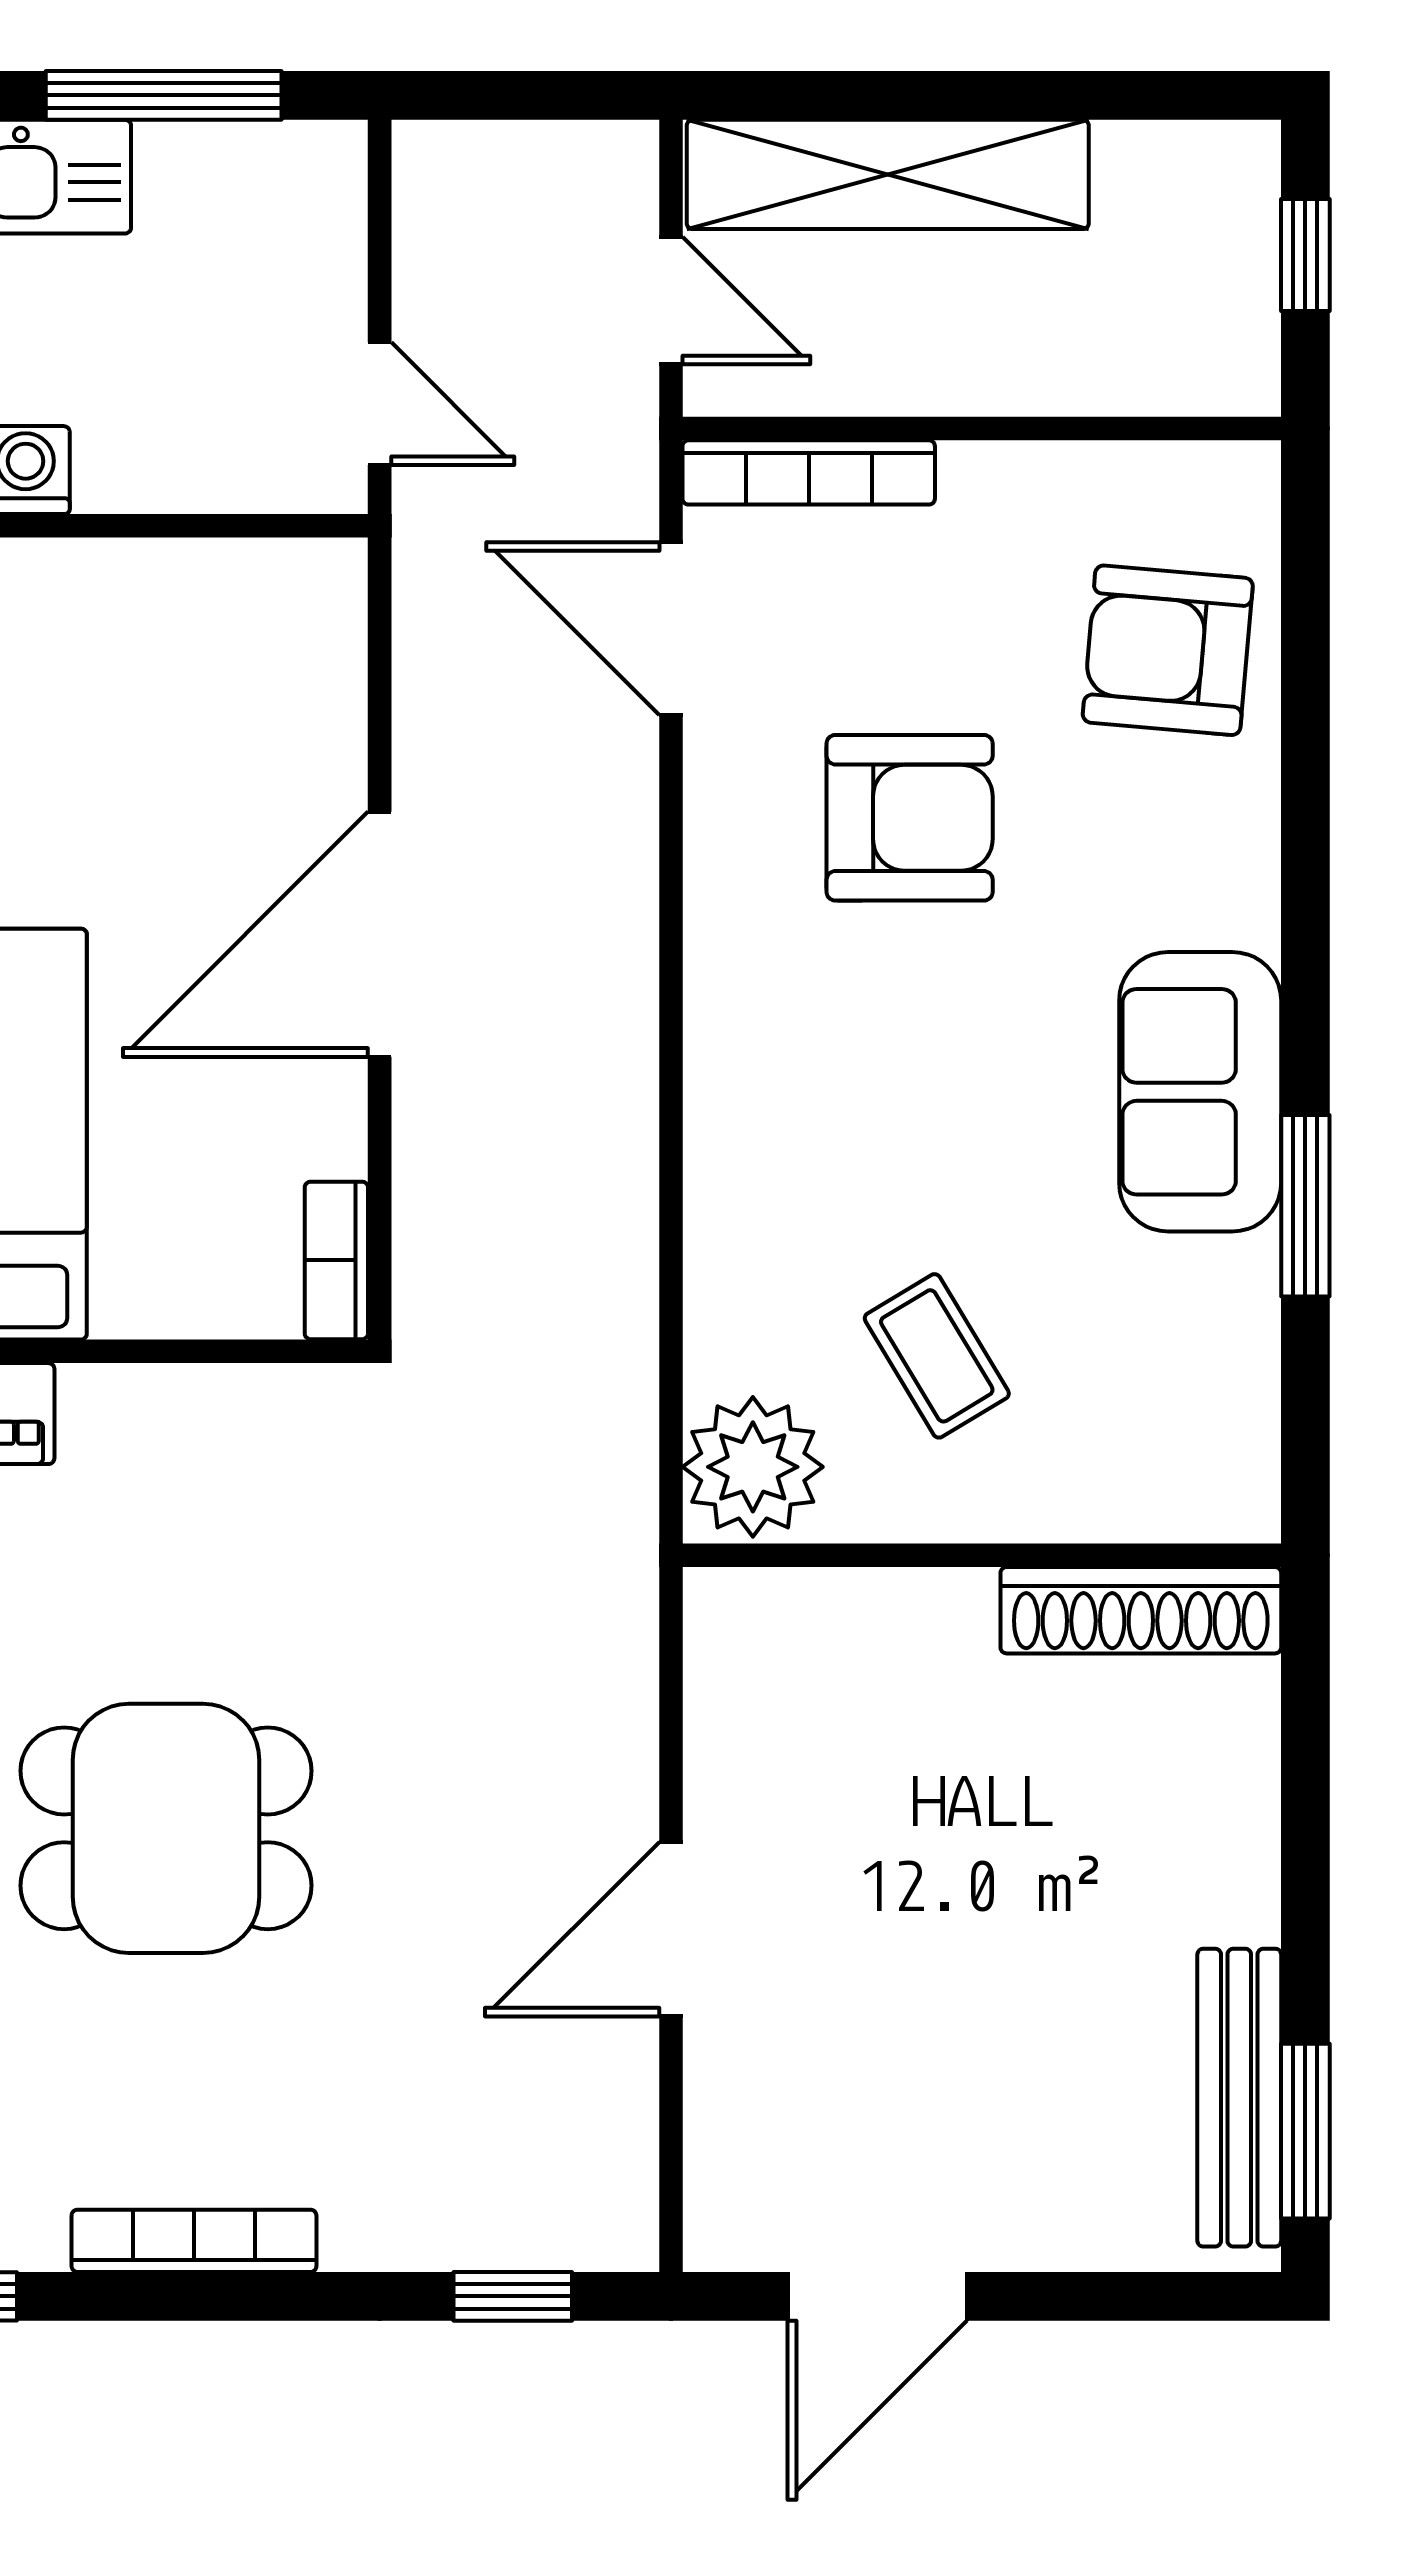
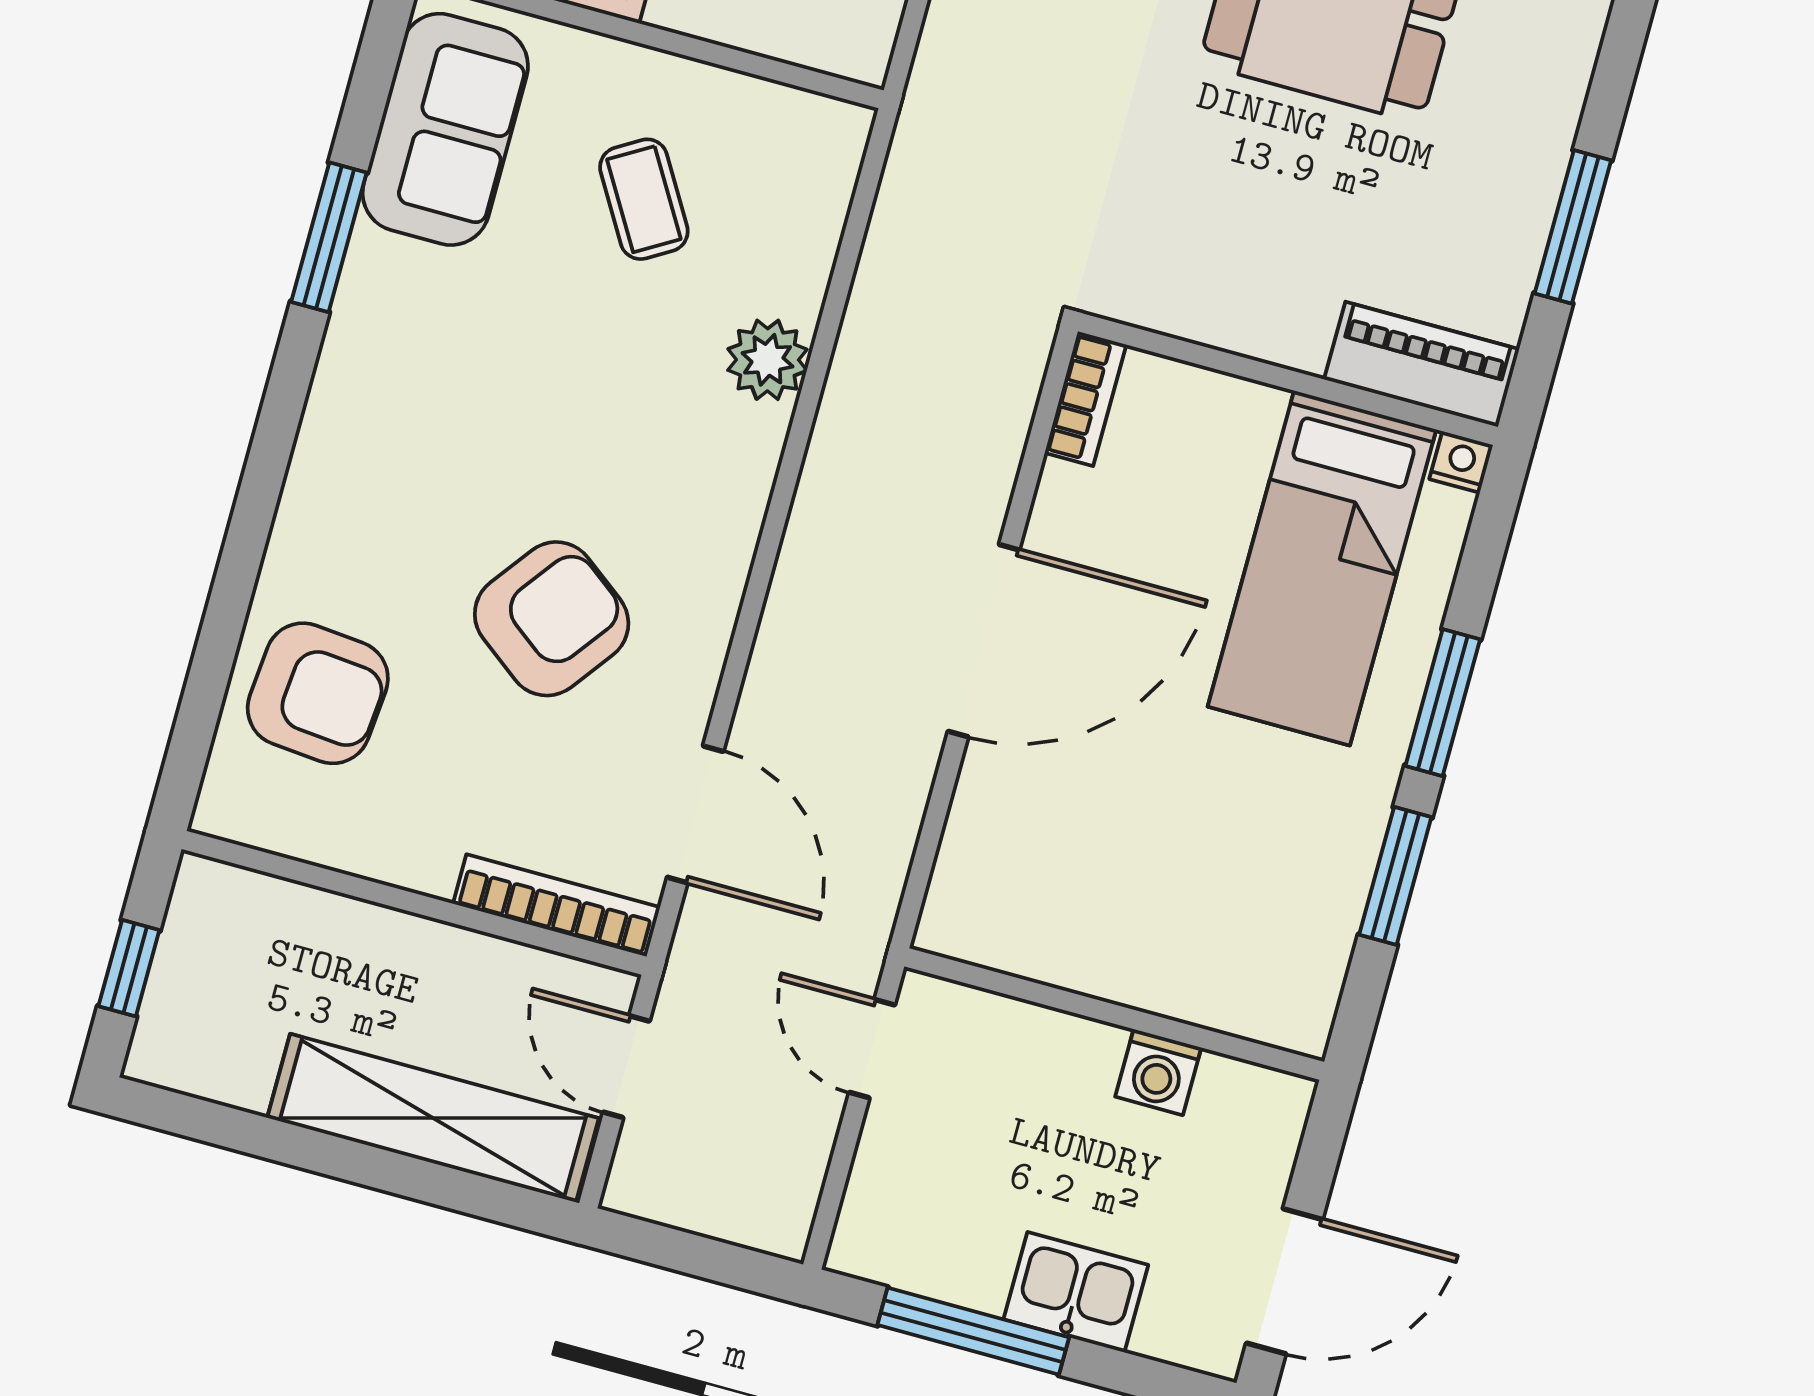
armchair: (910, 818) -> (552, 619), turned 127
sofa: (1200, 1092) -> (445, 129), moved
plant: (753, 1467) -> (767, 360), moved, width x0.73, depth x0.73

